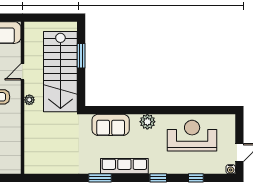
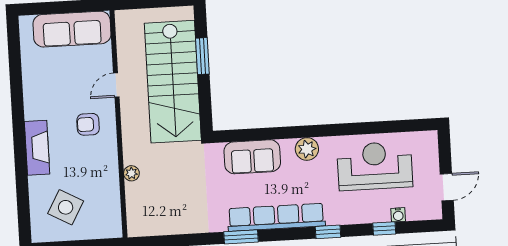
plant: (29, 100) -> (131, 173), moved
row of seats: (124, 166) -> (276, 217), width x1.36
water cooler: (231, 169) -> (398, 215), moved

